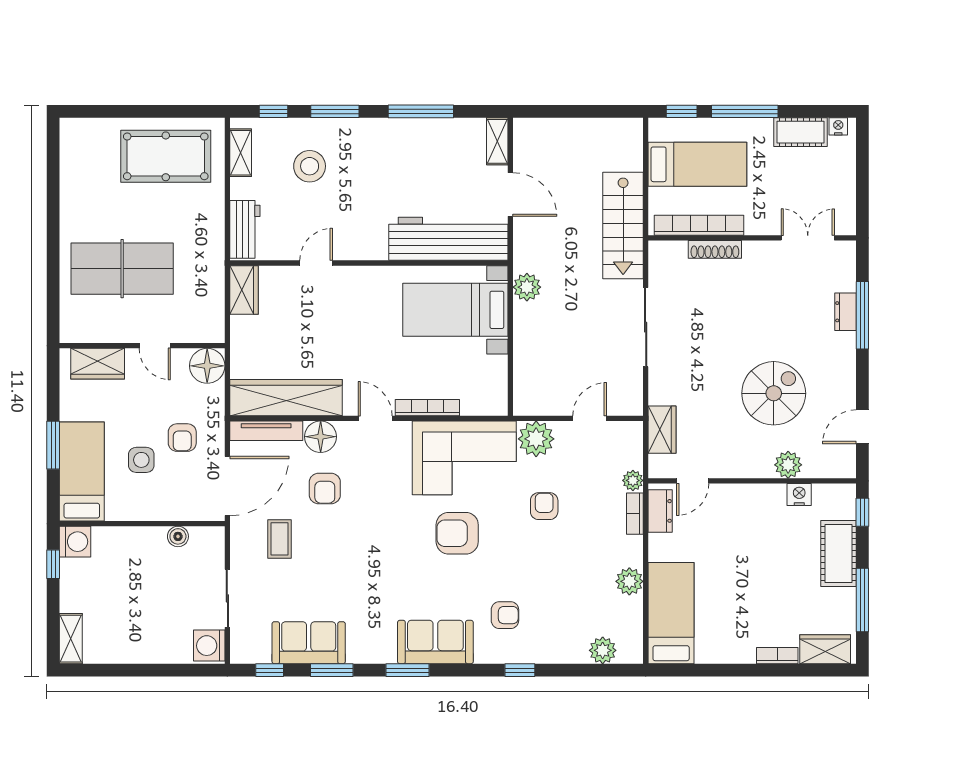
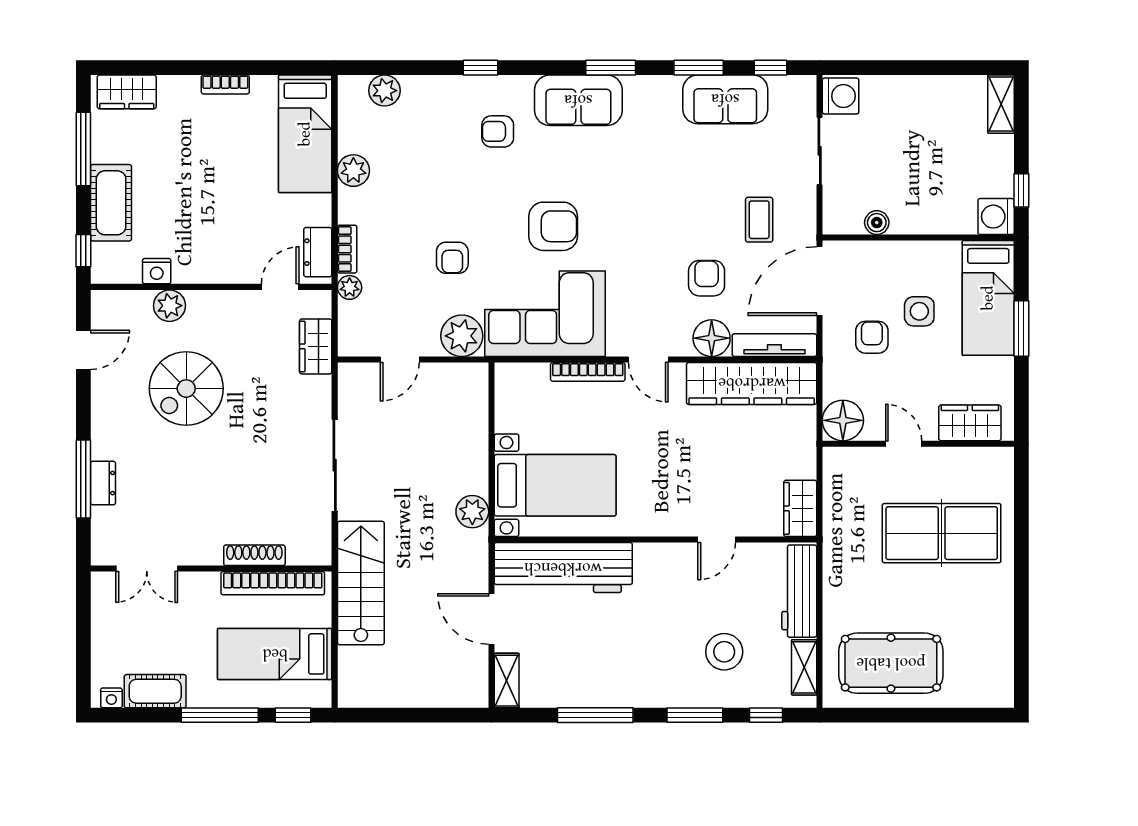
workbench: (245, 229) -> (799, 591), width x1.38
bookcase: (777, 656) -> (225, 84), moved

